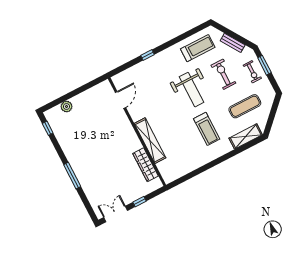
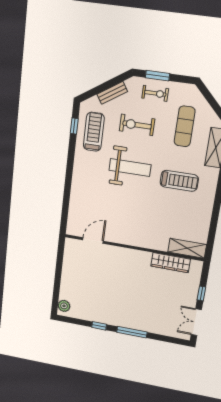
window: (148, 55) -> (74, 126), moved
door: (120, 100) -> (93, 240), hinge flipped
plant: (66, 107) -> (64, 306), moved
window: (48, 128) -> (99, 326), moved
shelving: (150, 141) -> (187, 248), moved, width x0.68

